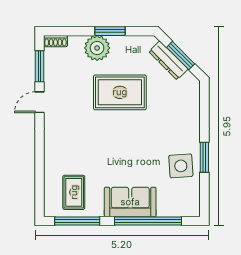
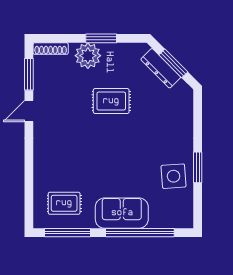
shoe rack: (55, 41) -> (51, 49), width x1.43
rug: (120, 92) -> (111, 101), width x0.73, depth x0.70
rug: (74, 192) -> (64, 203), turned 90

